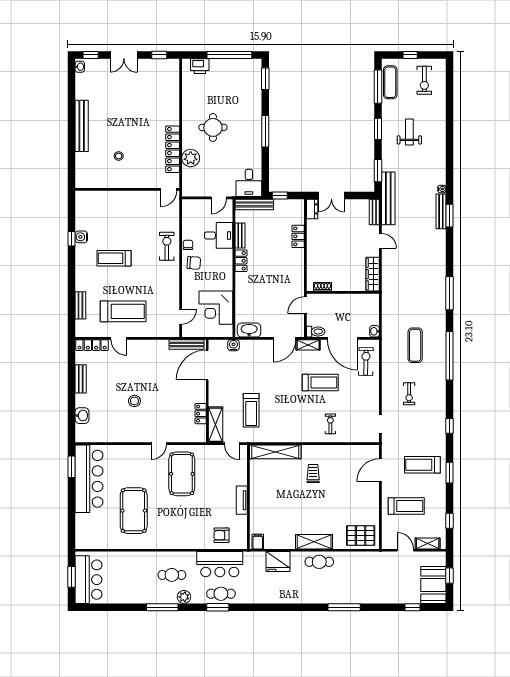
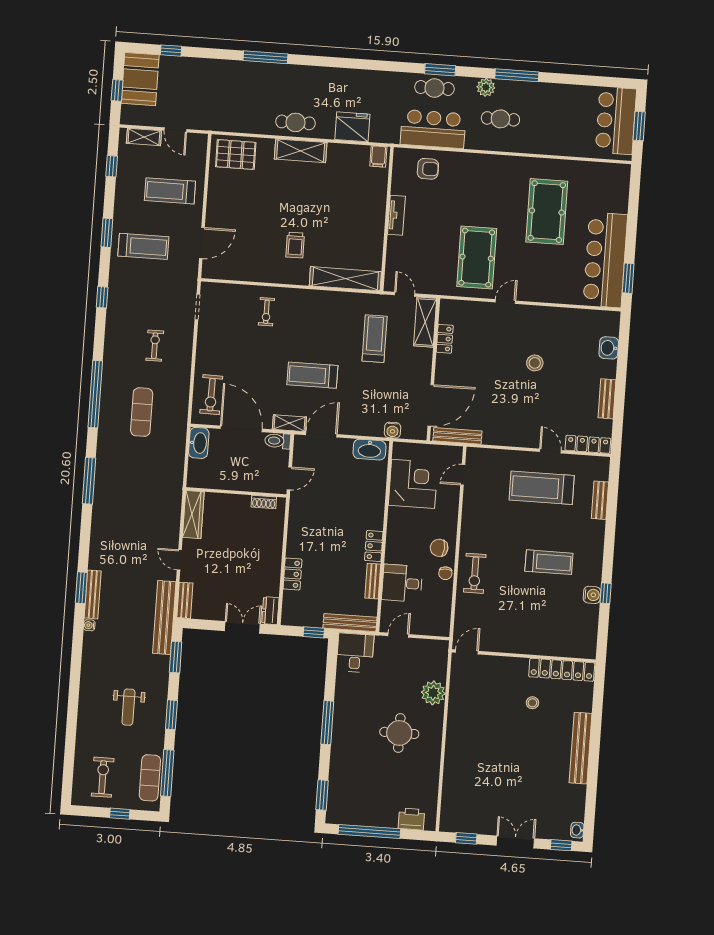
locker: (173, 149) -> (562, 670), moved, turned 90
washbasin: (374, 331) -> (199, 443), width x1.91, depth x1.45
treadmill: (320, 382) -> (312, 375), moved

